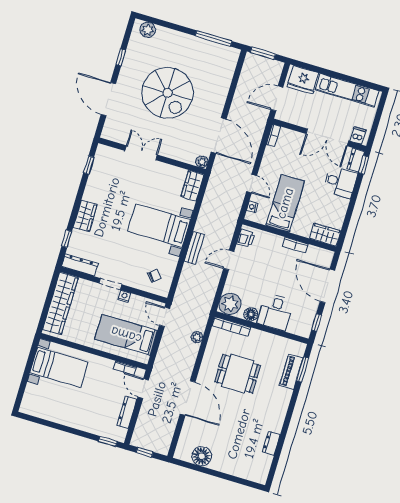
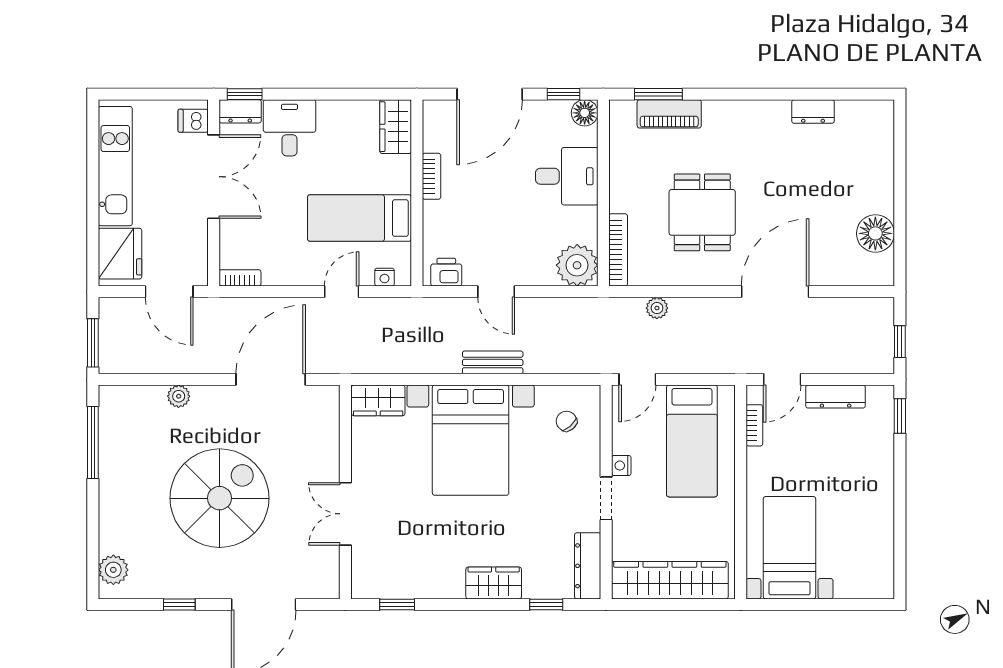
plant: (202, 162) -> (179, 396), moved
bed with nightstands: (159, 226) -> (471, 440), width x1.36
floor lamp: (251, 314) -> (585, 113), moved

